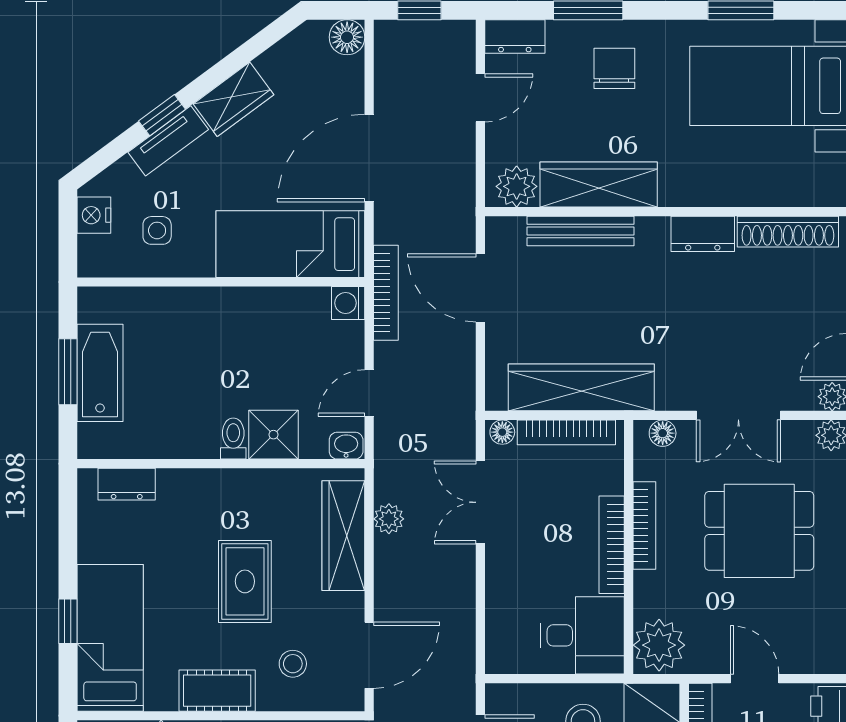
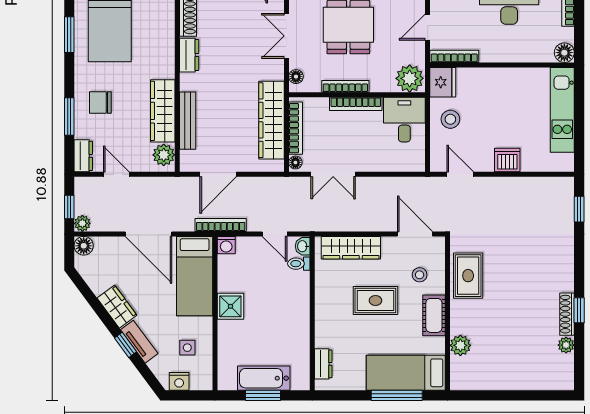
double door: (738, 415) -> (286, 36), swing flipped
shower: (273, 435) -> (230, 306), moved
toilet: (233, 439) -> (299, 264), moved
plant: (389, 519) -> (82, 223), moved
window: (68, 621) -> (397, 395), width x2.17

